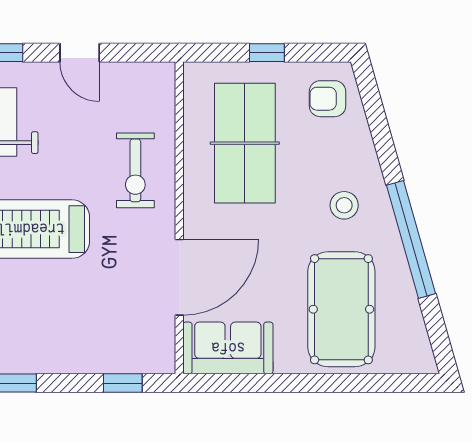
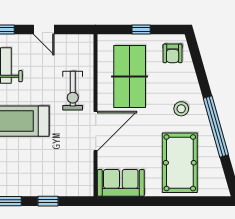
armchair: (327, 99) -> (173, 53), turned -90
door: (179, 277) -> (96, 131), moved
window: (123, 383) -> (48, 201), moved

